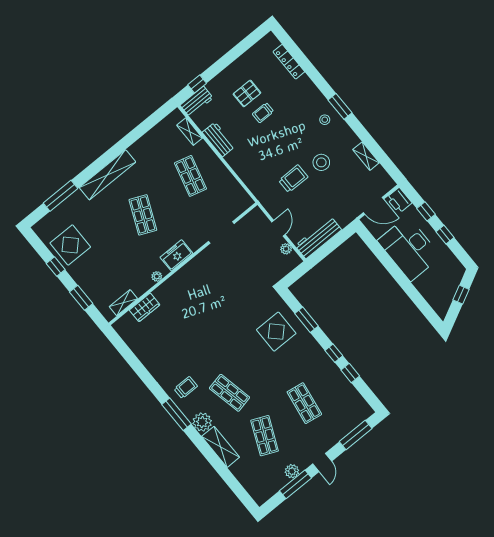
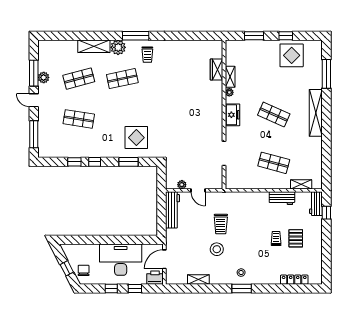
chair: (450, 276) -> (84, 270), added
shelving: (123, 303) -> (230, 77), moved
shop shelf: (265, 436) -> (79, 79), turned -39

